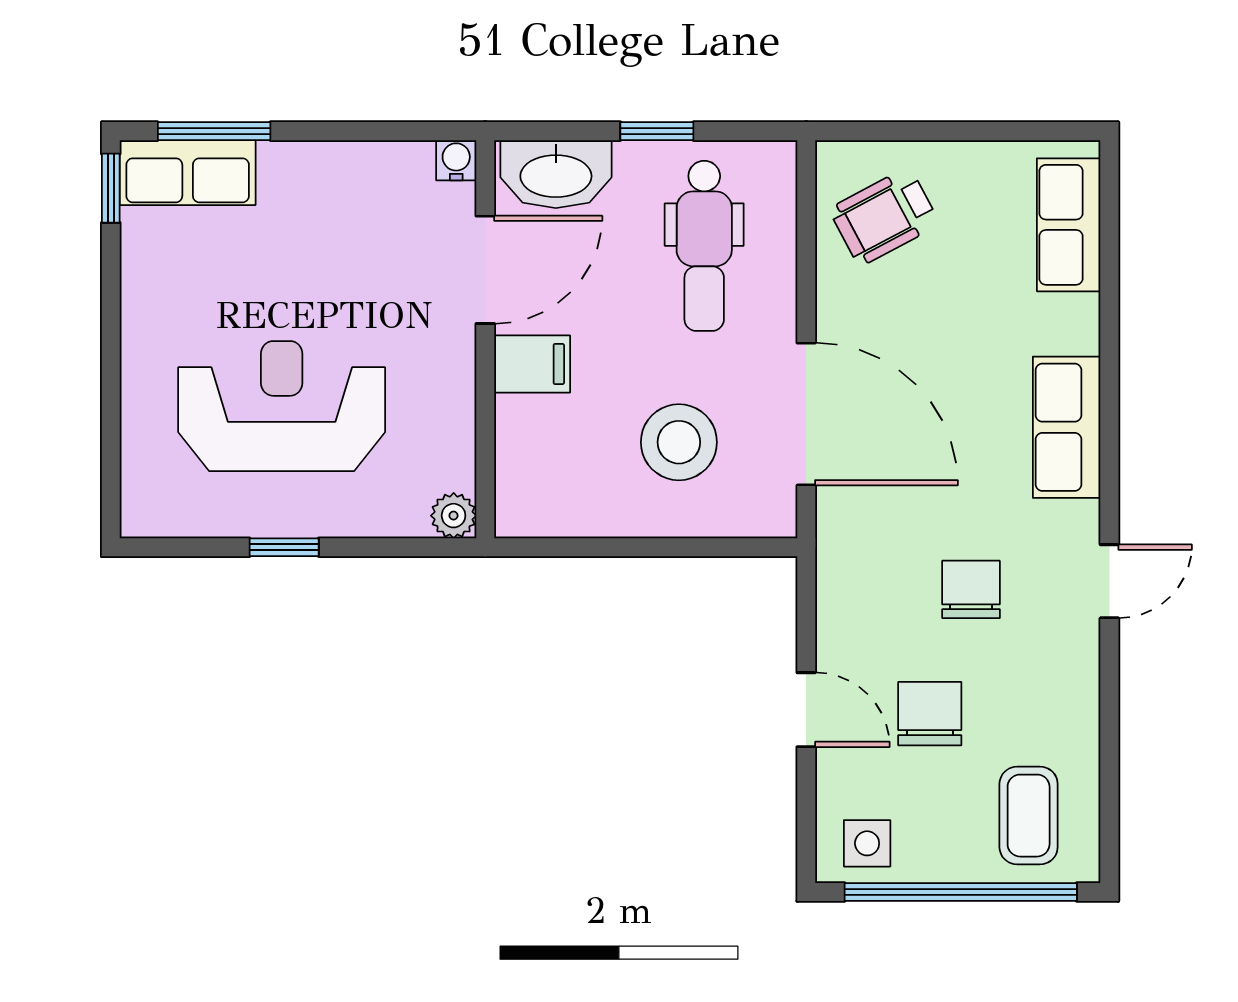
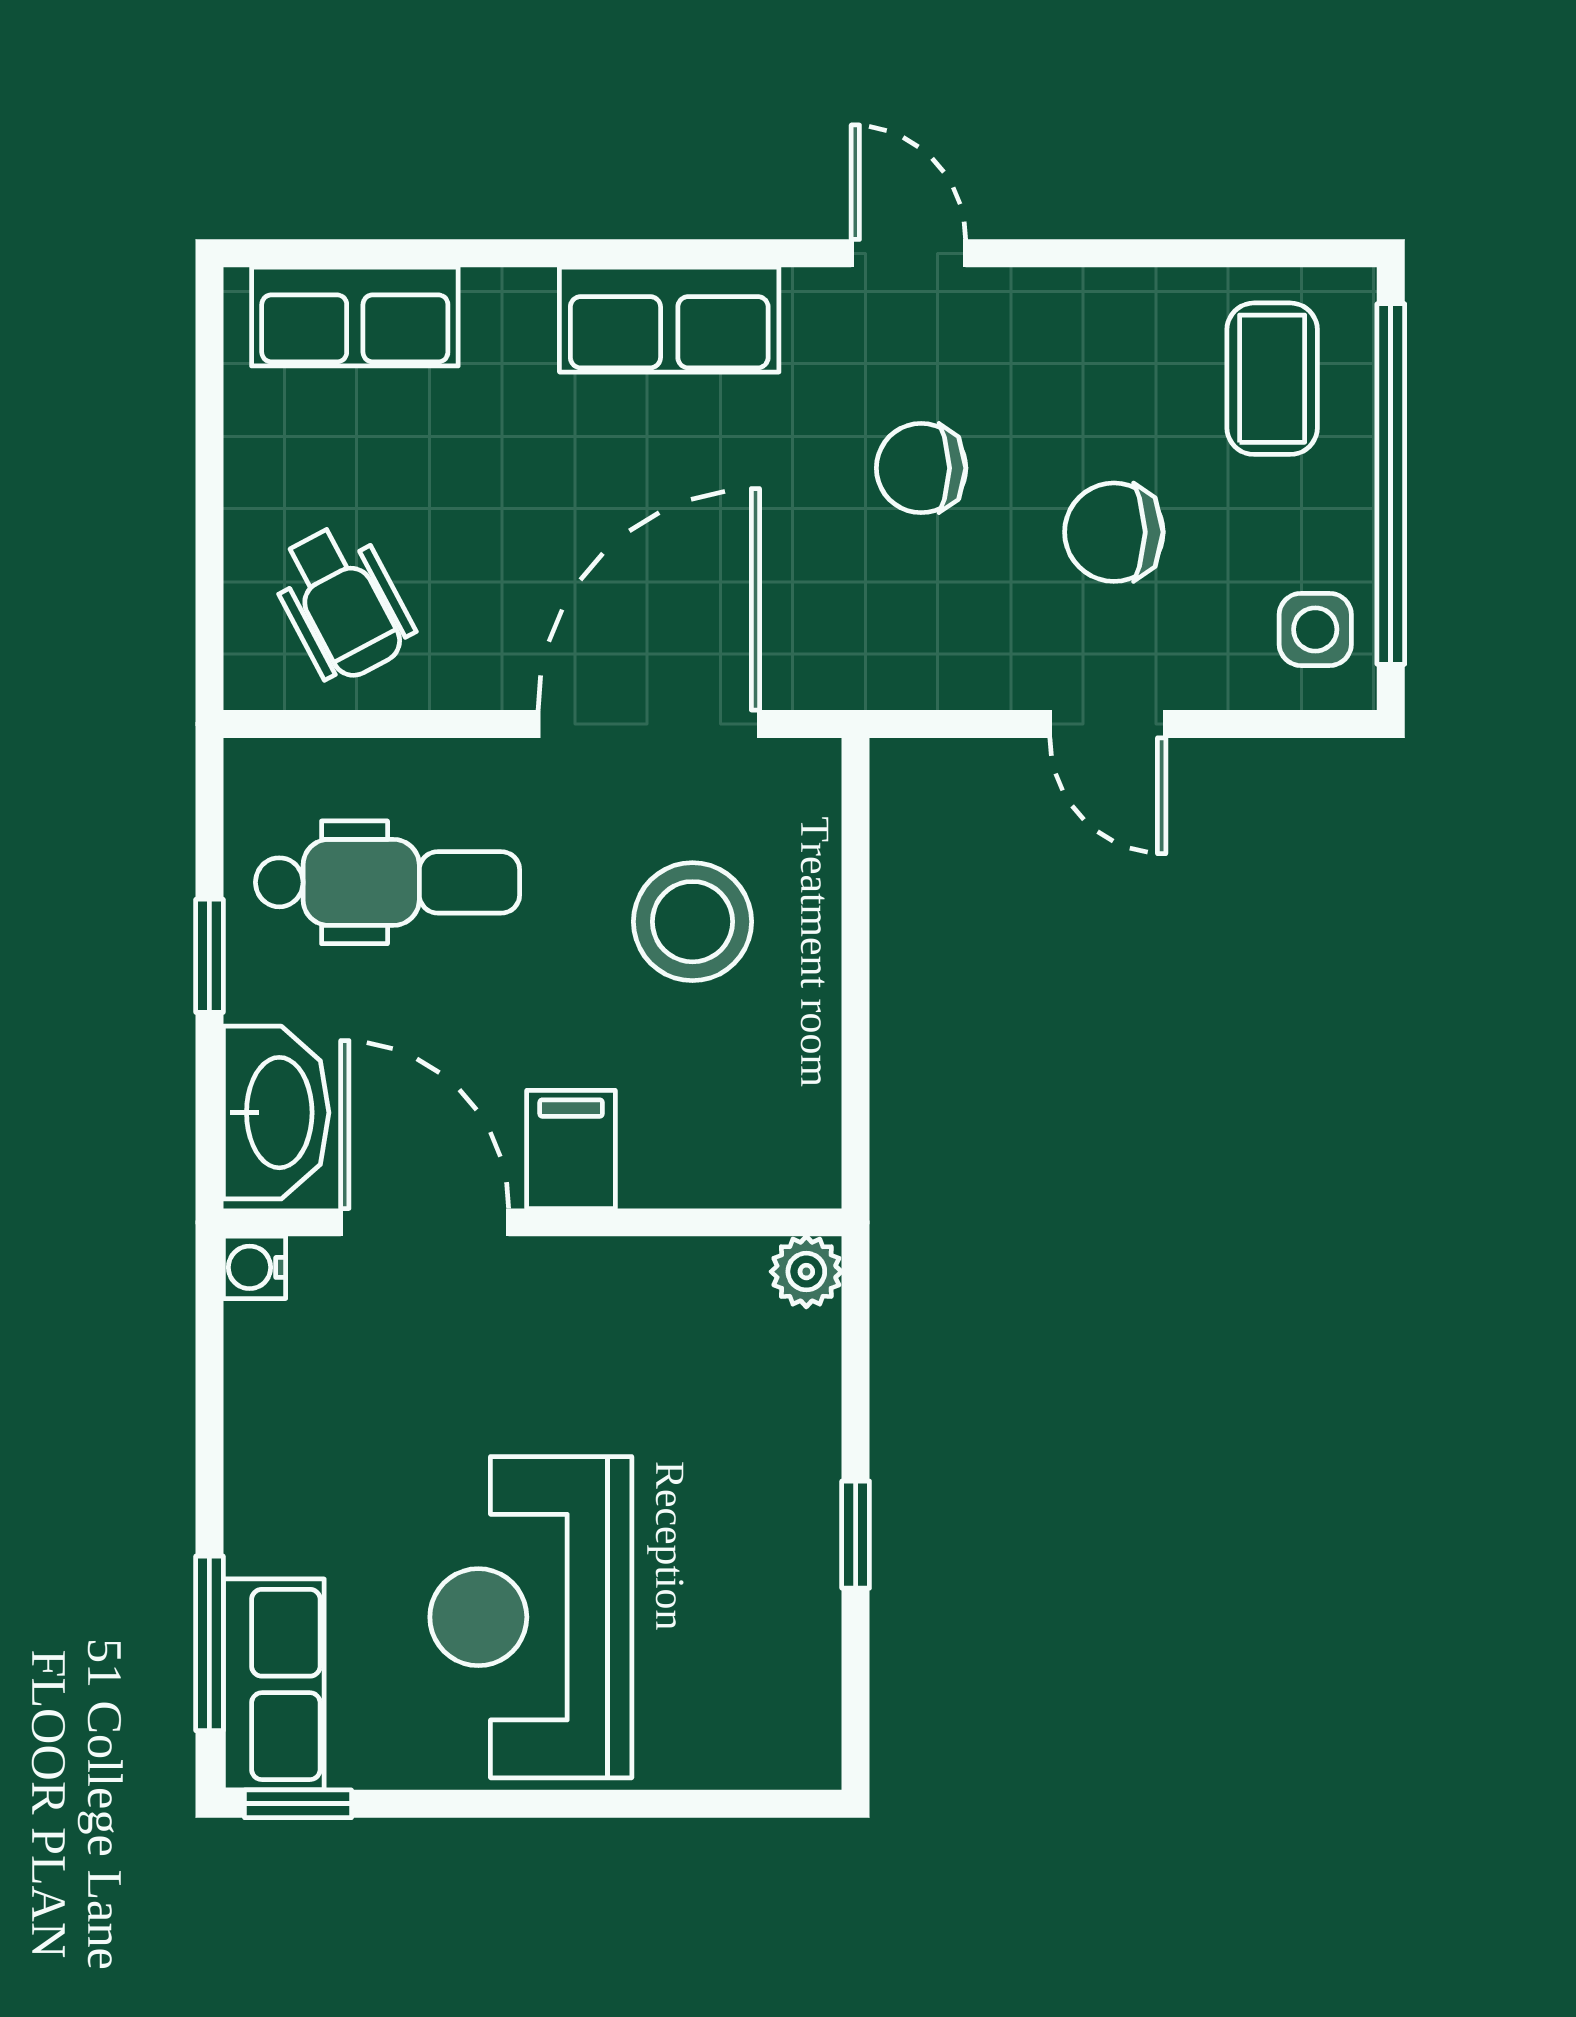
reception desk: (282, 406) -> (531, 1617), moved
door: (806, 710) -> (1108, 724), swing flipped
coffee table: (1029, 816) -> (1272, 379), turned 90

